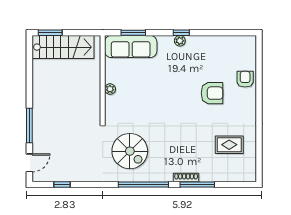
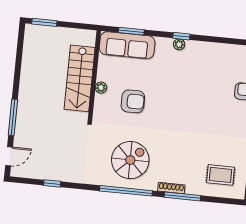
stairs: (63, 47) -> (80, 78), moved, turned 90
armchair: (212, 93) -> (133, 101), moved
rug: (229, 145) -> (221, 175), moved
spiral stairs: (130, 151) -> (130, 160), moved, turned -90
window: (62, 184) -> (52, 183), moved

